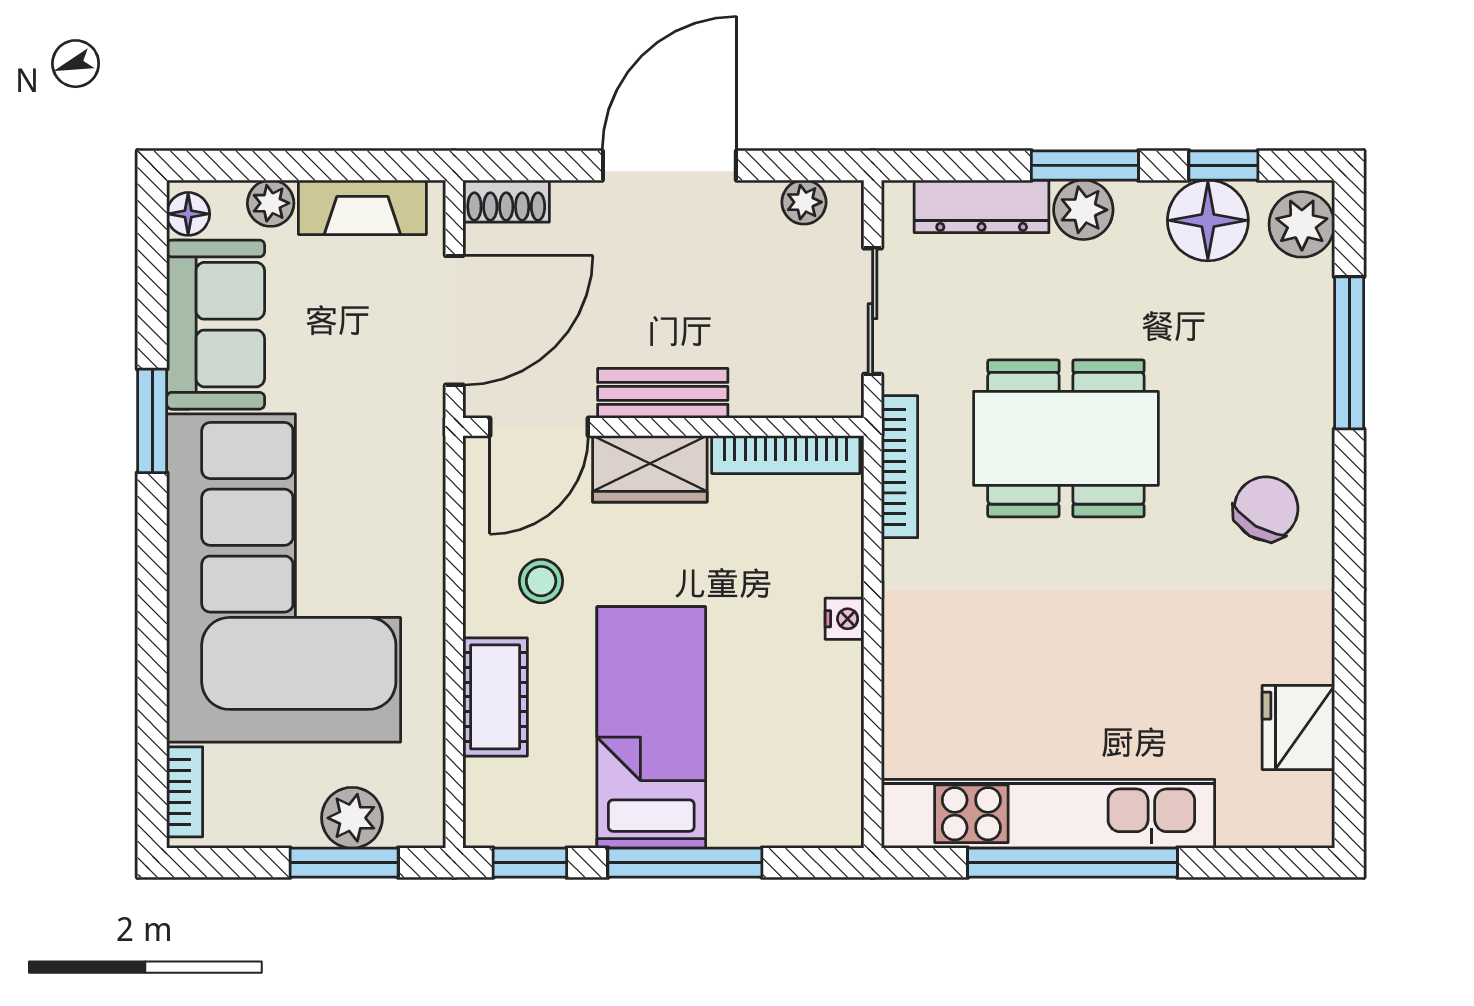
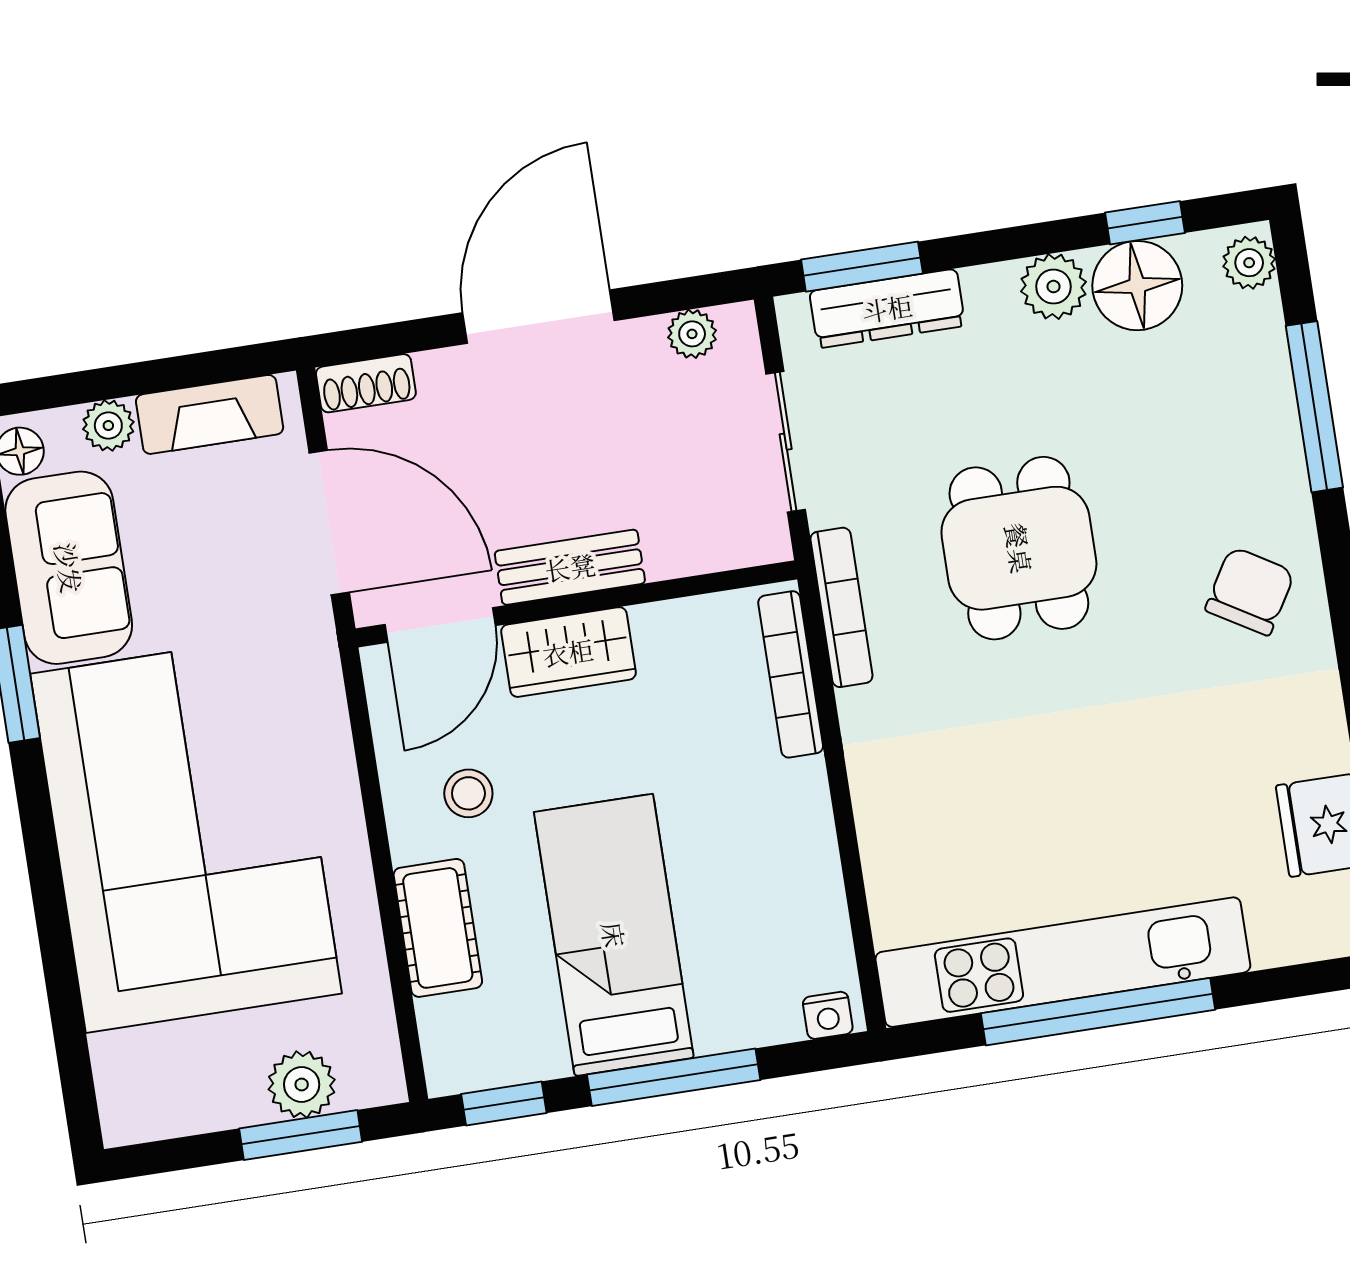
window: (1085, 165) -> (862, 267), moved
plant: (1083, 210) -> (1054, 287), moved
plant: (1302, 224) -> (1249, 263), width x0.73, depth x0.73
door: (454, 320) -> (329, 523), hinge flipped
dining table: (1066, 438) -> (1019, 548), width x0.73
bookcase: (786, 455) -> (791, 674), moved, turned 90
nightstand: (844, 619) -> (828, 1015), moved, turned 90
bookcase: (185, 792) -> (114, 1085), removed

